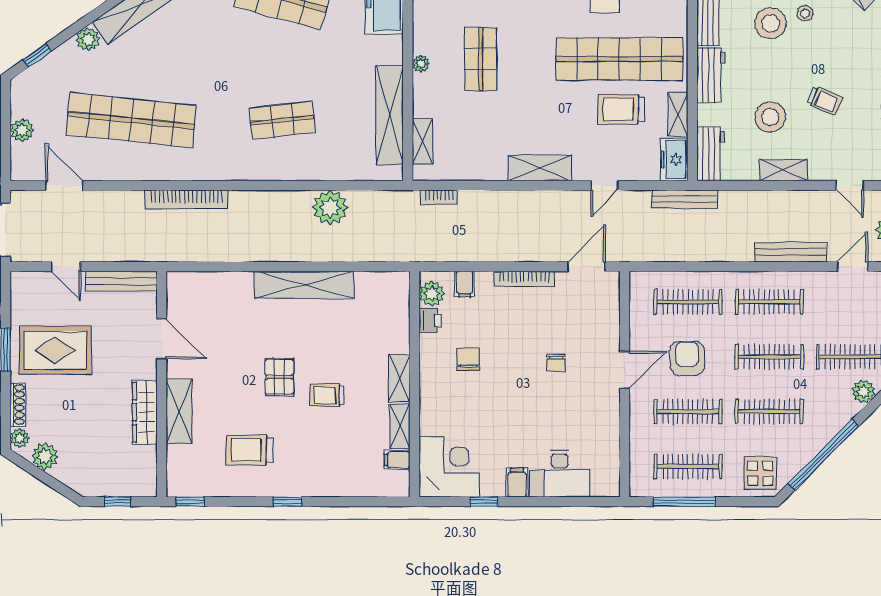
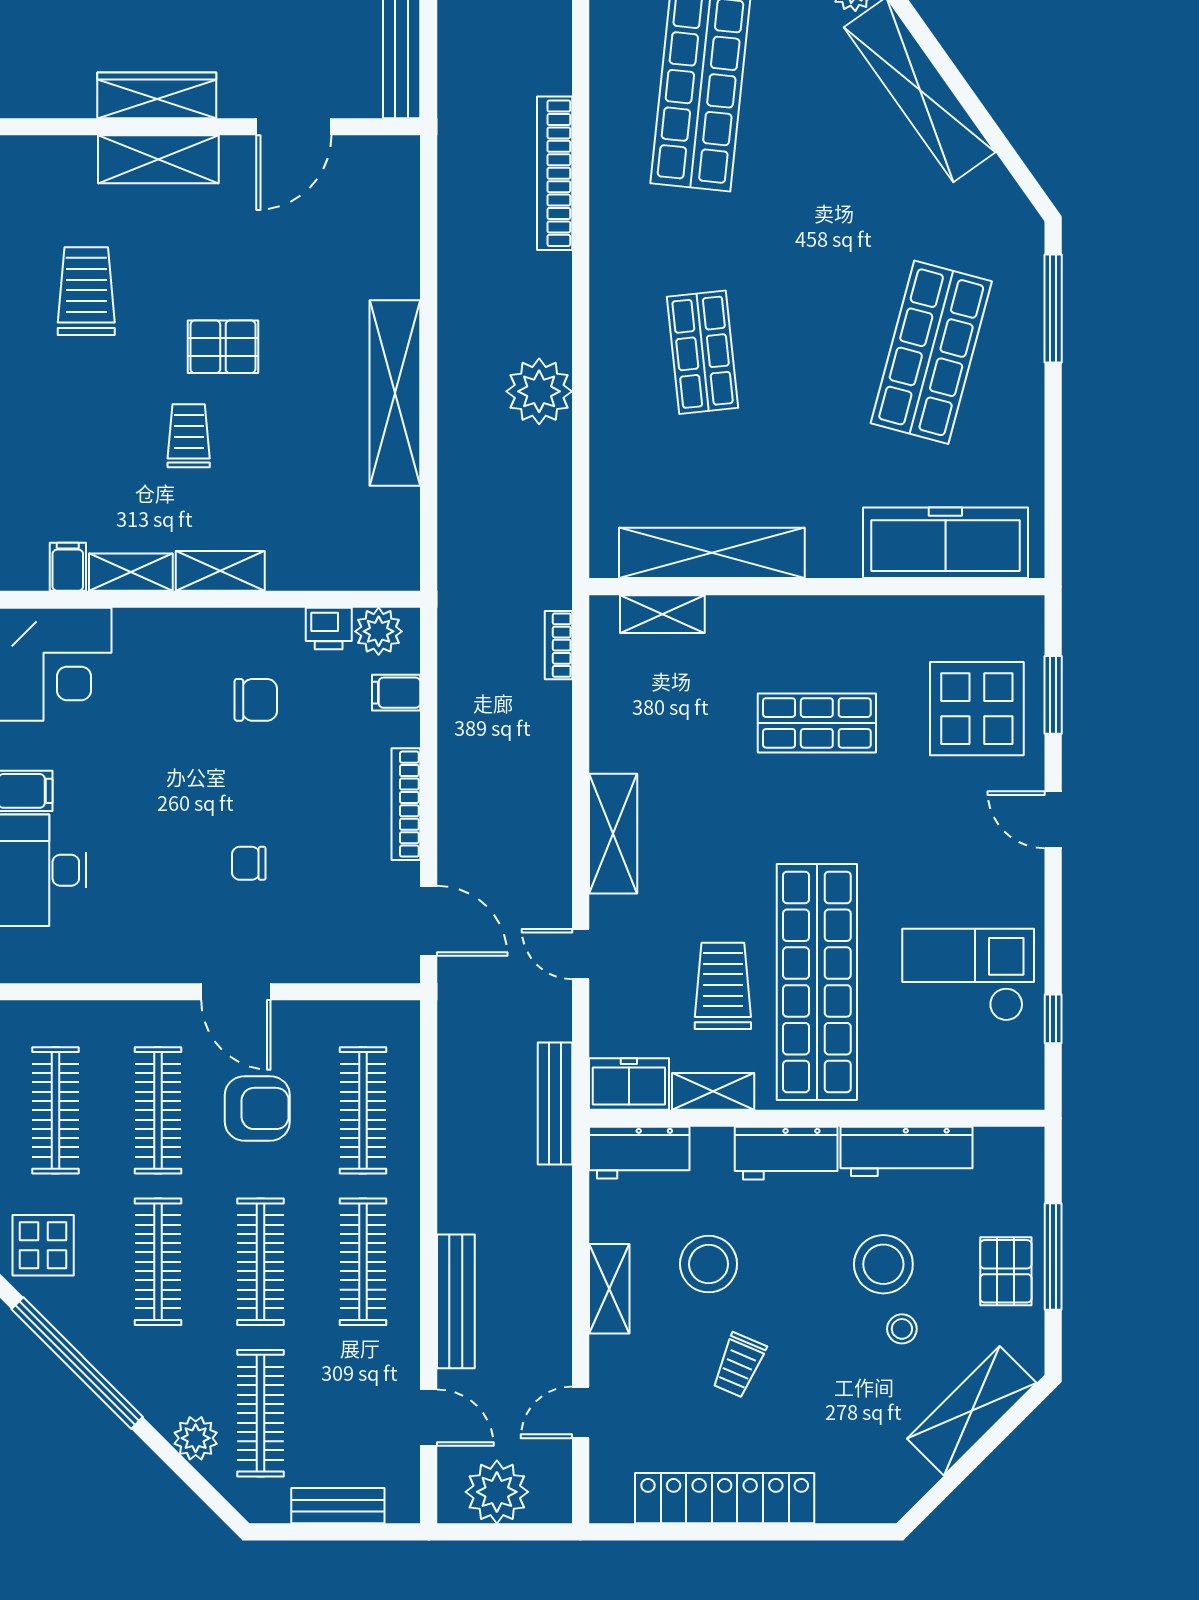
plant: (421, 64) -> (808, 611), removed
plant: (330, 208) -> (539, 391), moved

